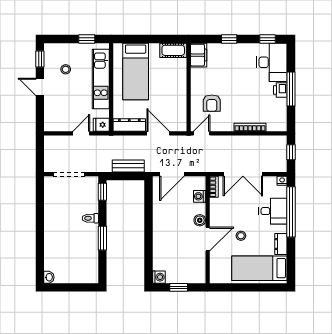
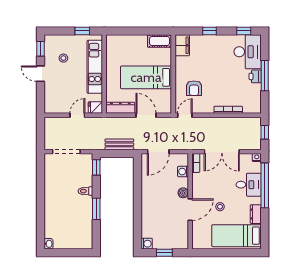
bed: (136, 71) -> (146, 77), moved, turned 90

